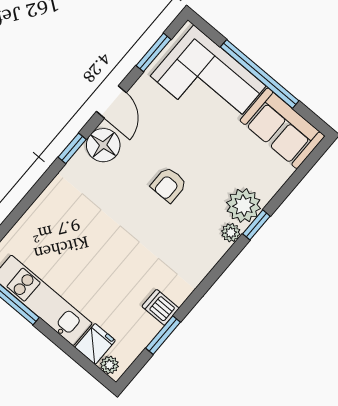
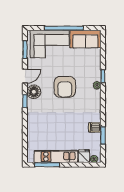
door: (111, 102) -> (25, 76), hinge flipped
armchair: (169, 185) -> (65, 87), width x1.88, depth x1.88
plant: (244, 206) -> (94, 73), removed

